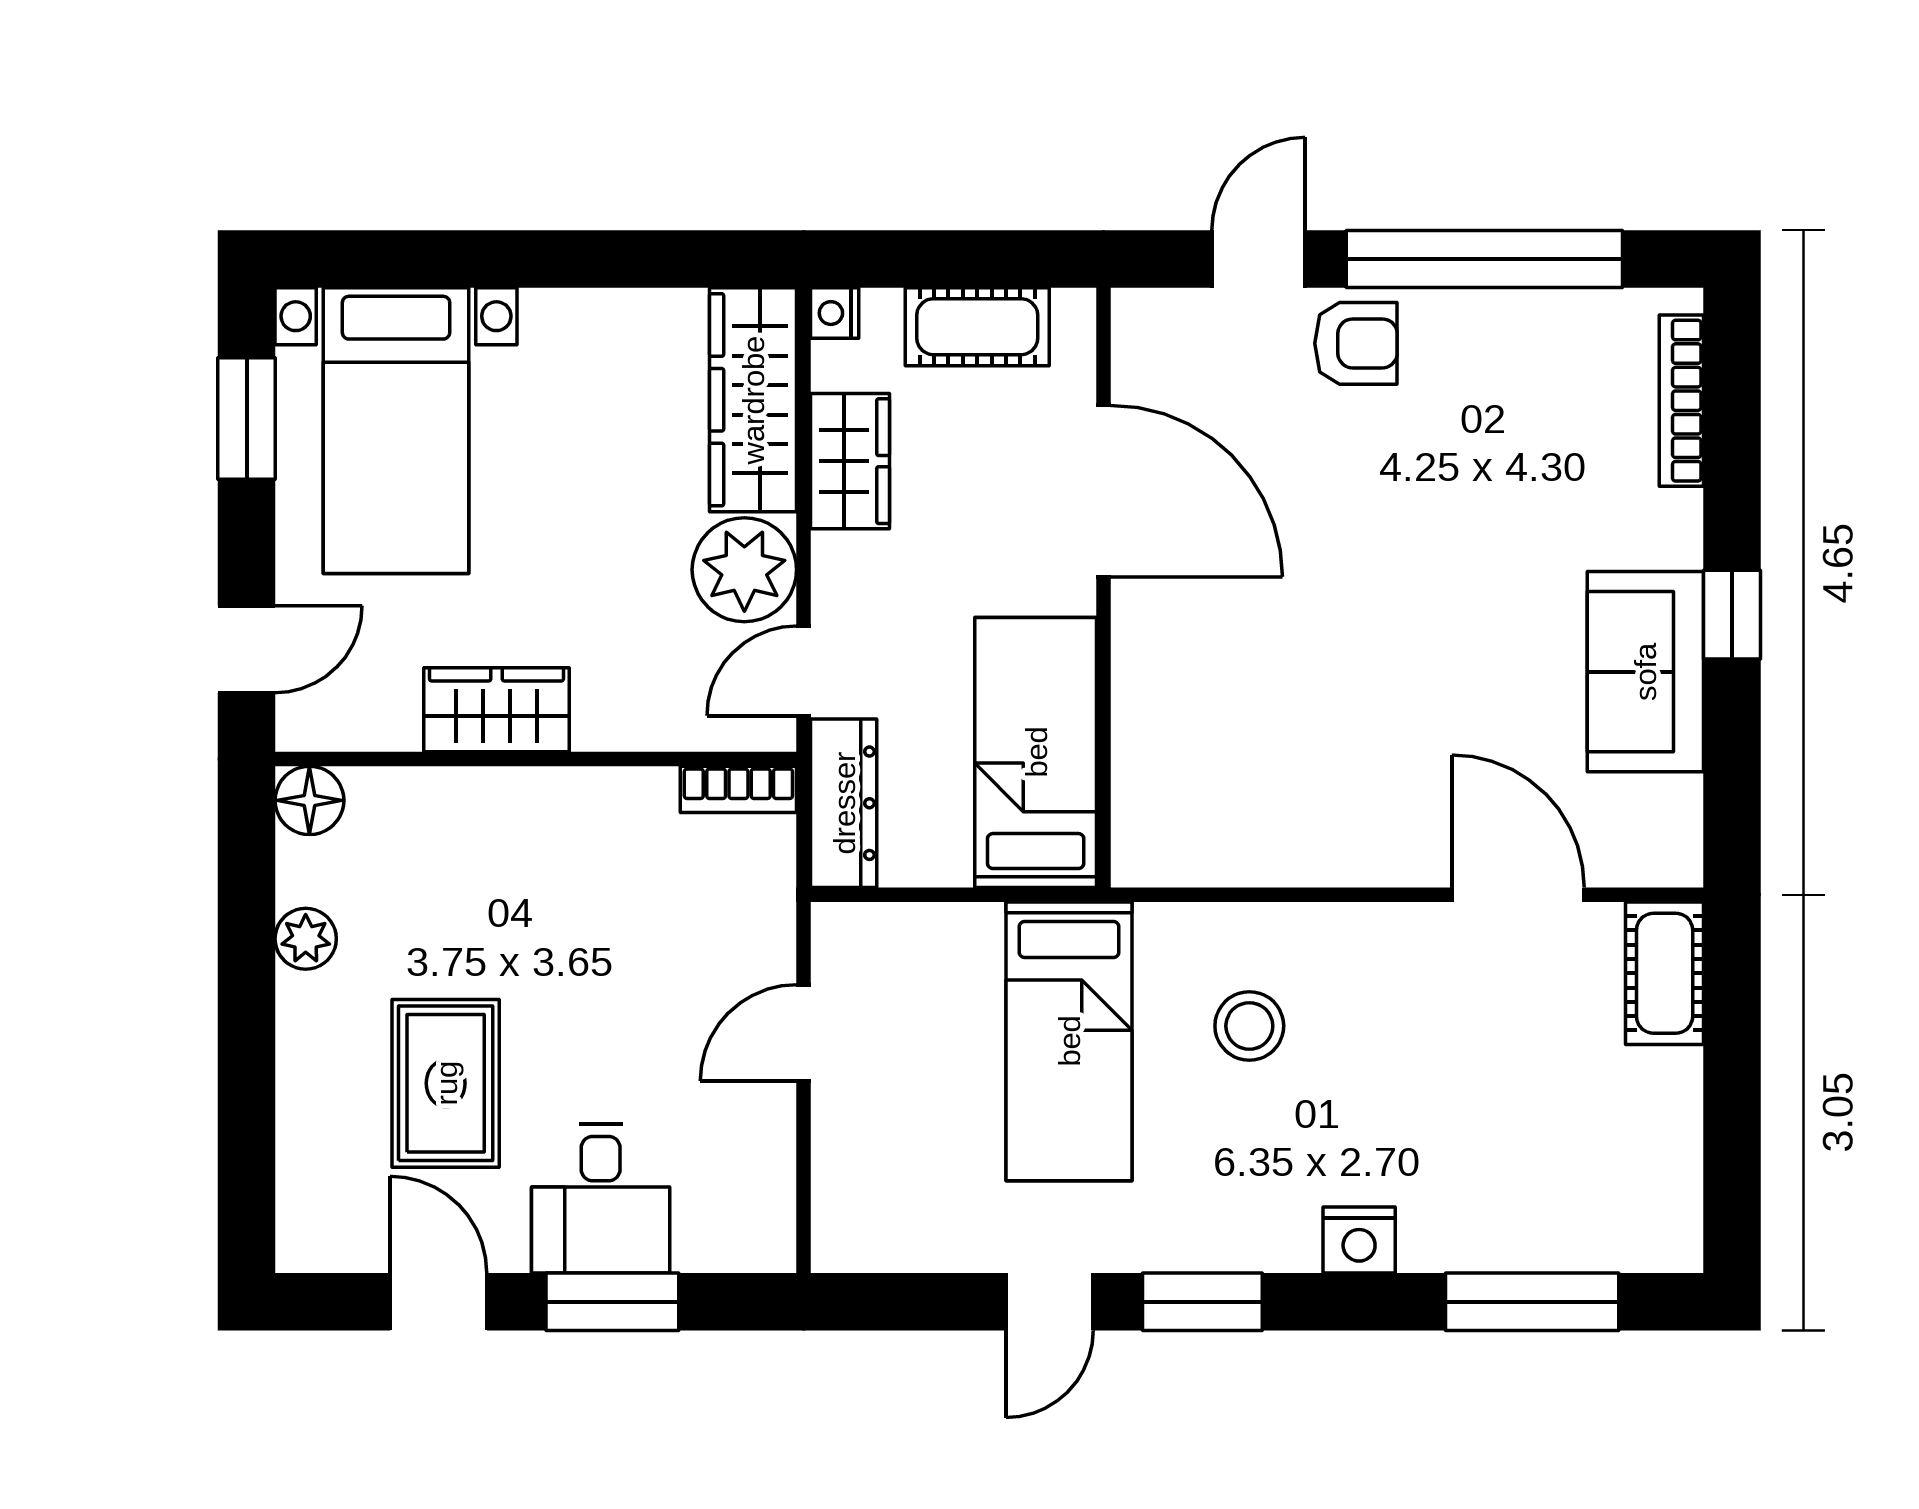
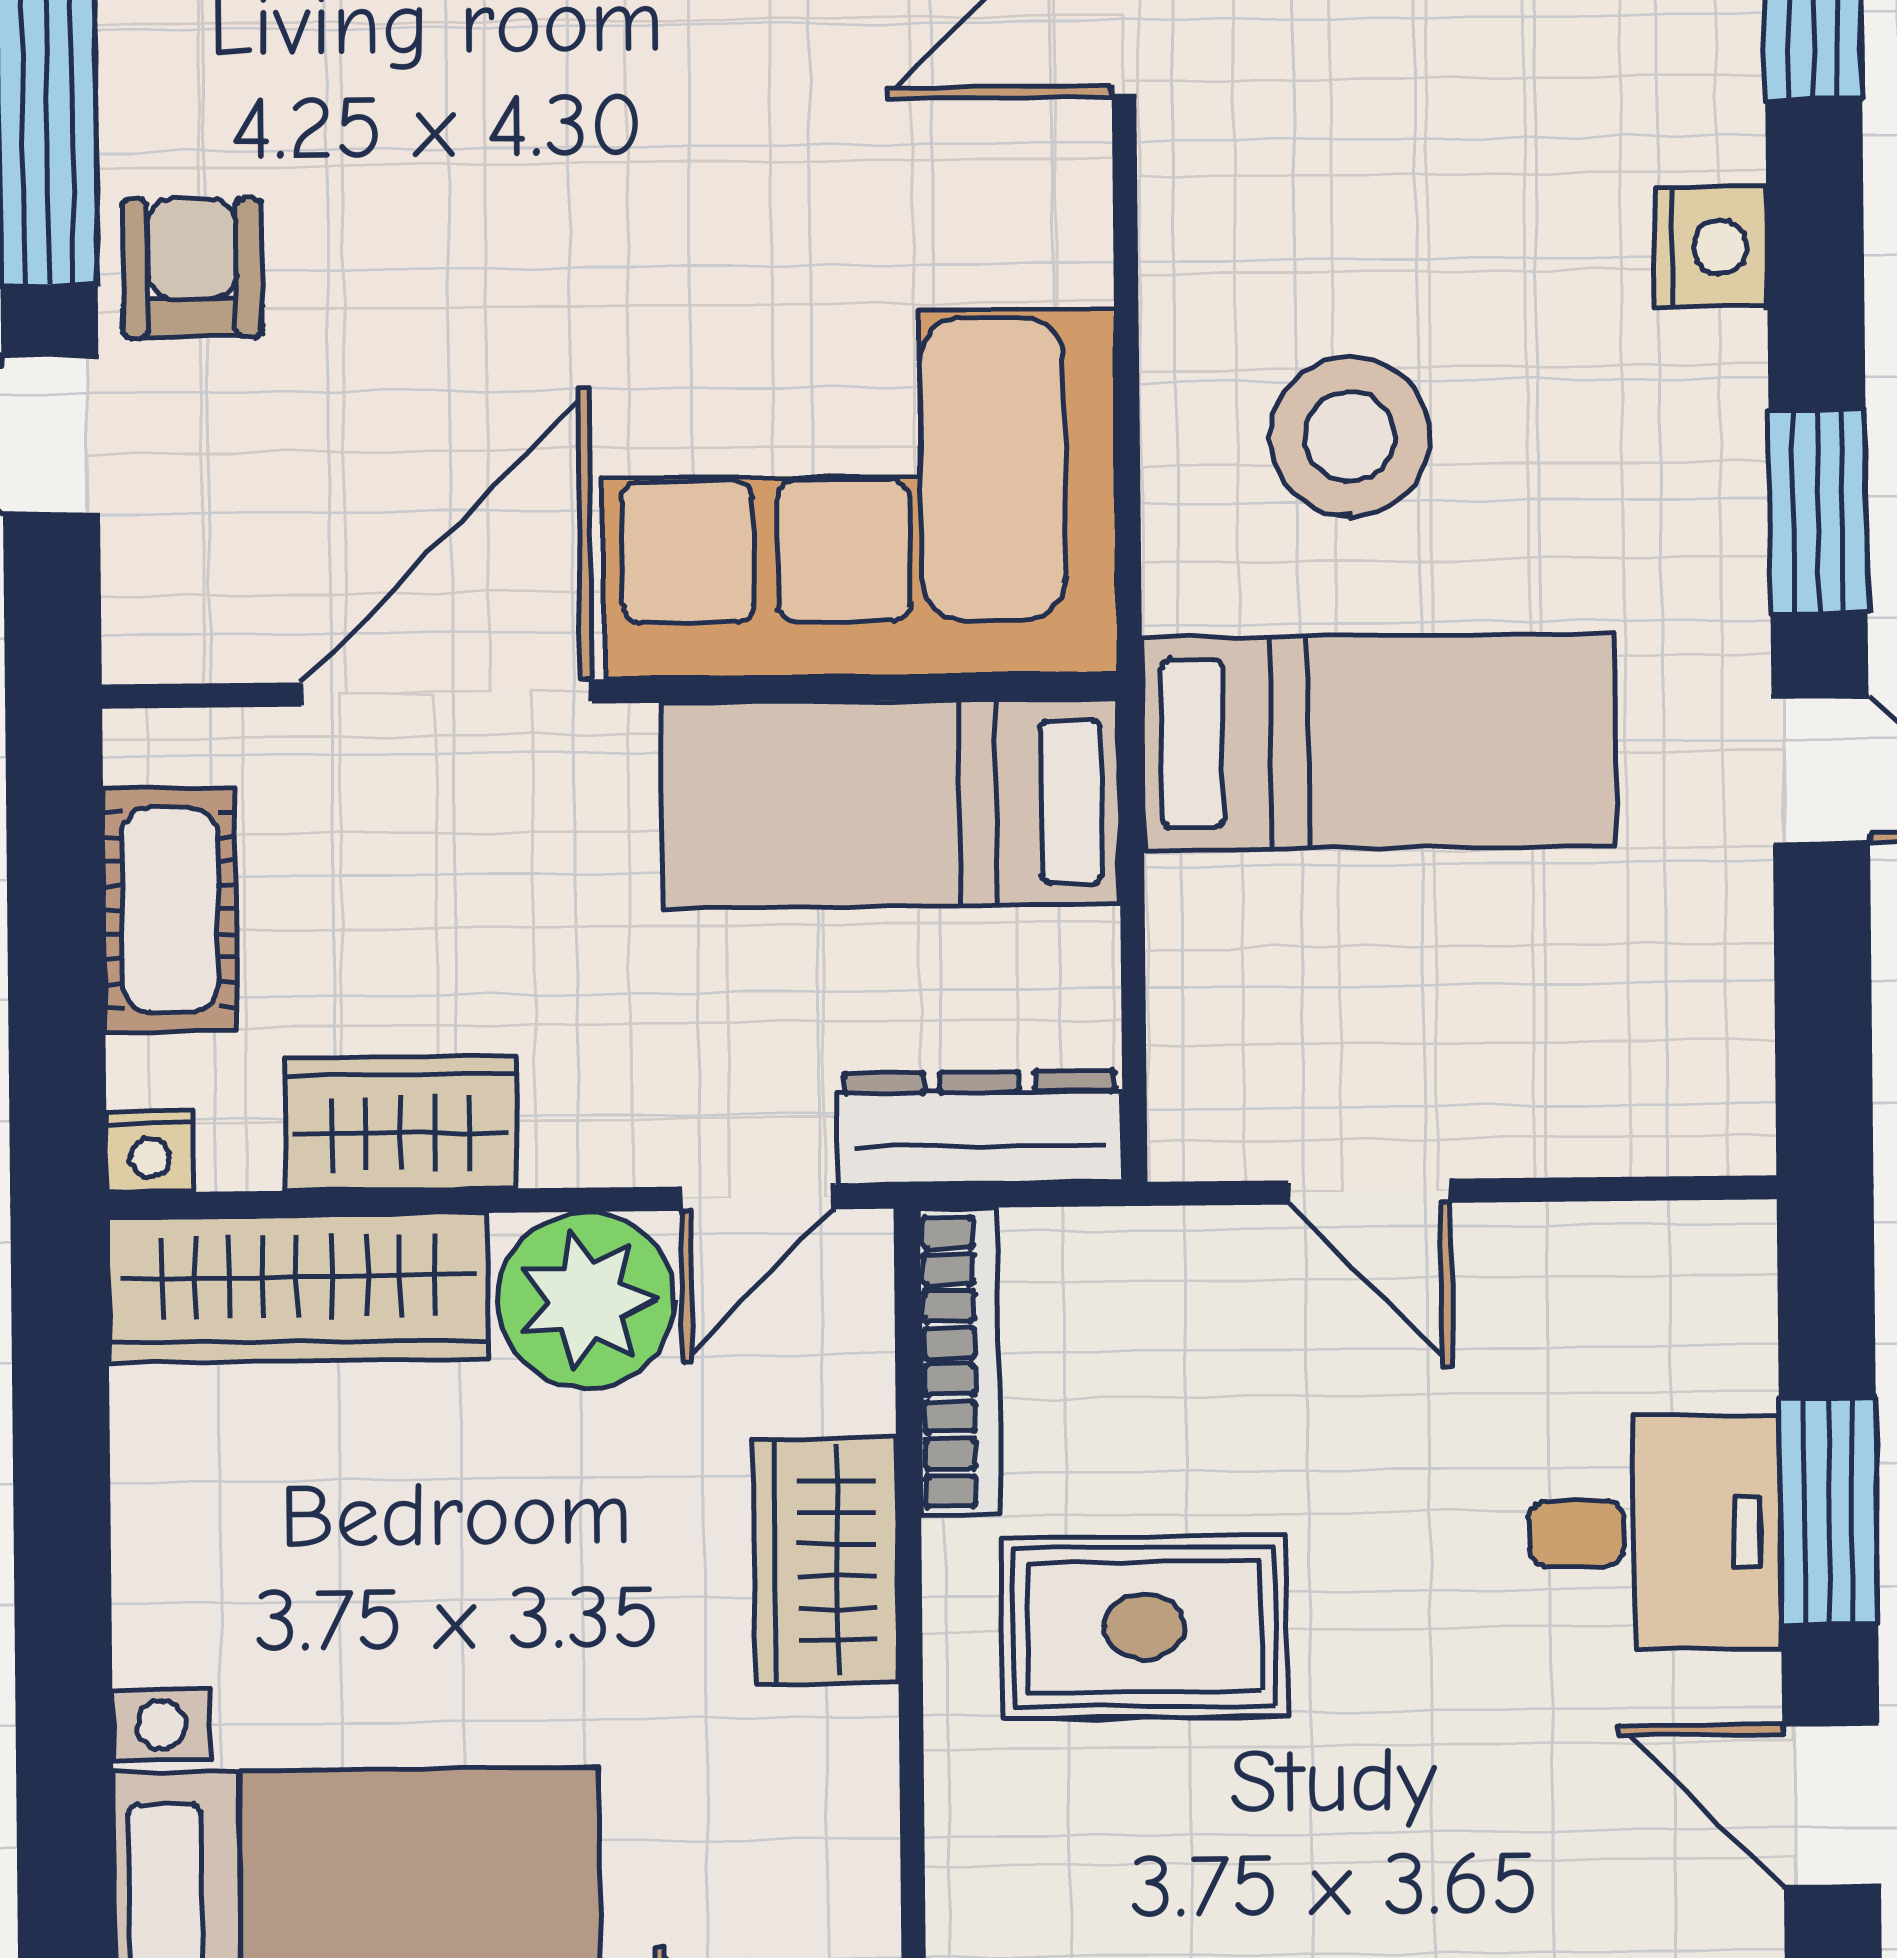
door: (804, 671) -> (756, 1198), hinge flipped
wardrobe: (496, 710) -> (826, 1560), moved
corner sofa: (1219, 736) -> (860, 494), added
bookcase: (738, 789) -> (959, 1362), width x1.56
stool: (1249, 1026) -> (1350, 437), width x1.38, depth x1.38
rug: (446, 1083) -> (1144, 1627), moved
door: (439, 1302) -> (1832, 1805), hinge flipped

